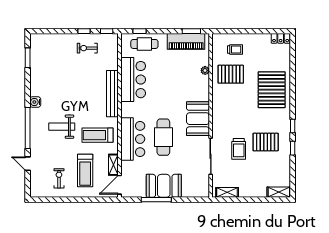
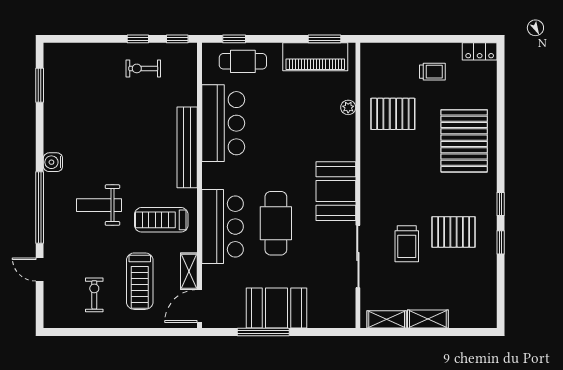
trolley: (235, 49) -> (432, 72), moved
shelving: (279, 192) -> (428, 319), moved

